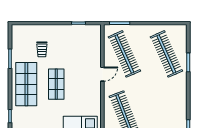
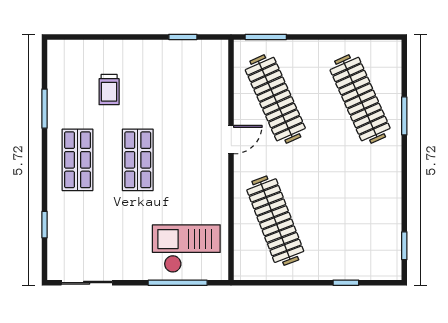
shop shelf: (26, 84) -> (77, 160), width x0.70, depth x0.74

